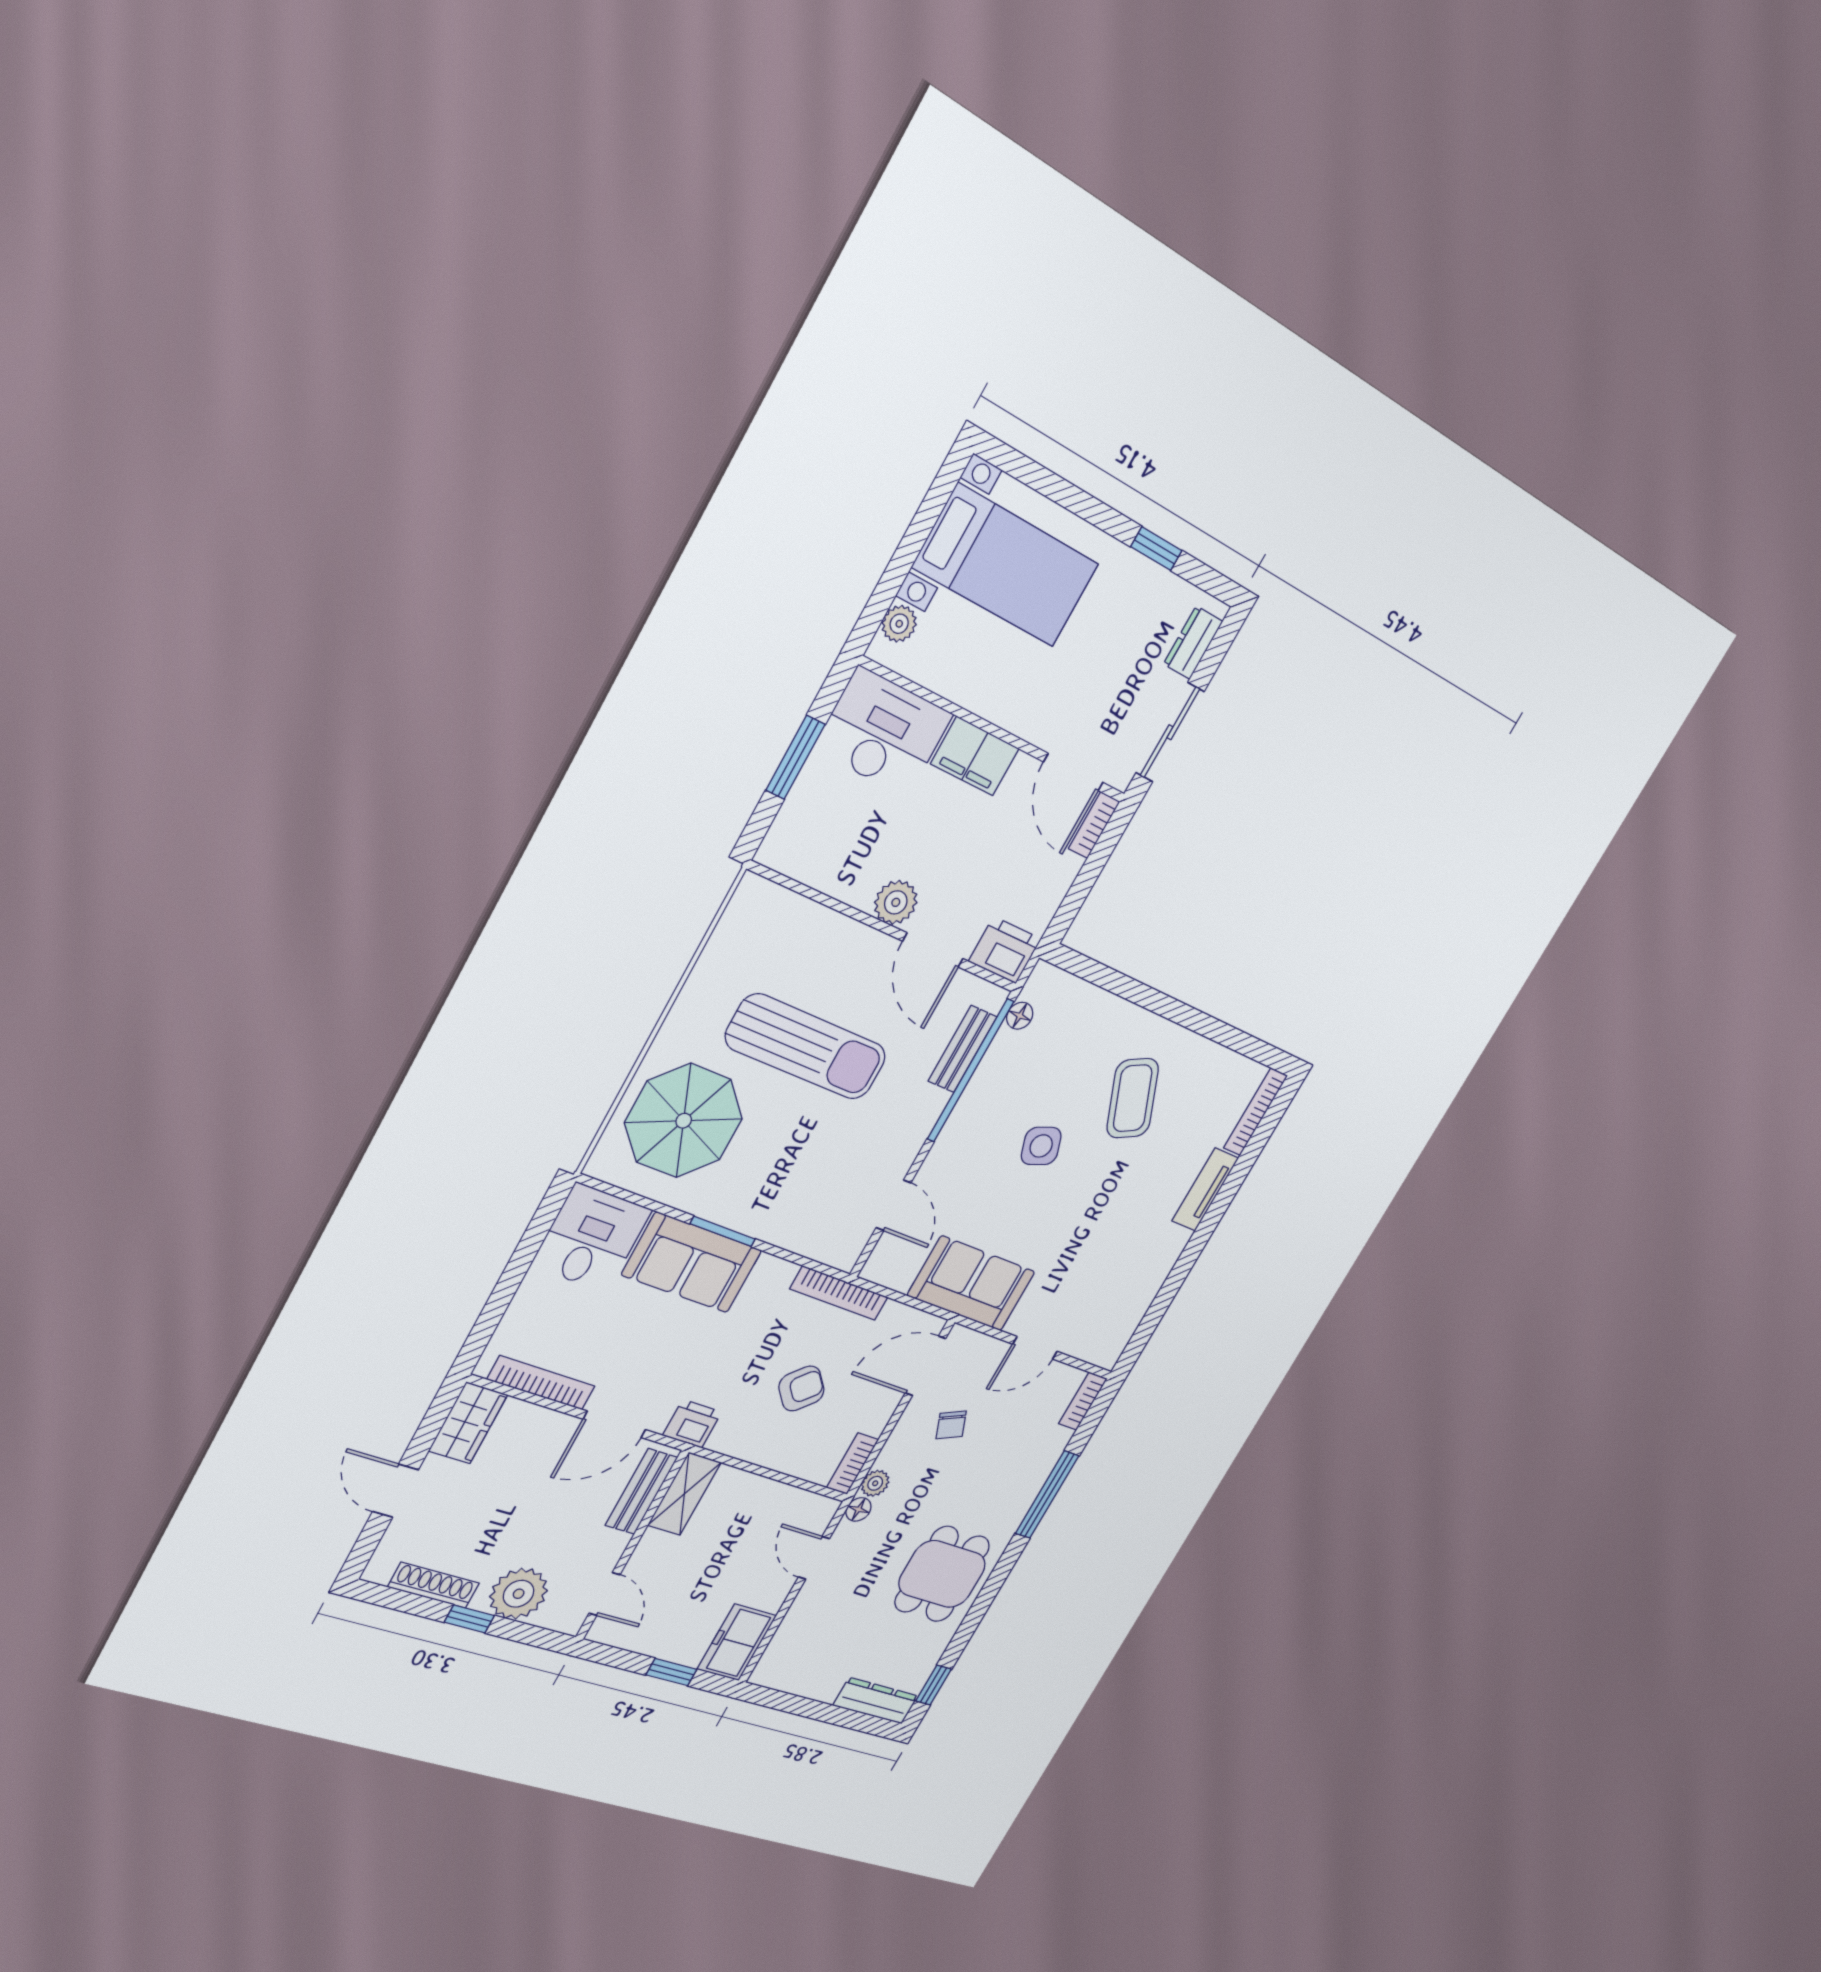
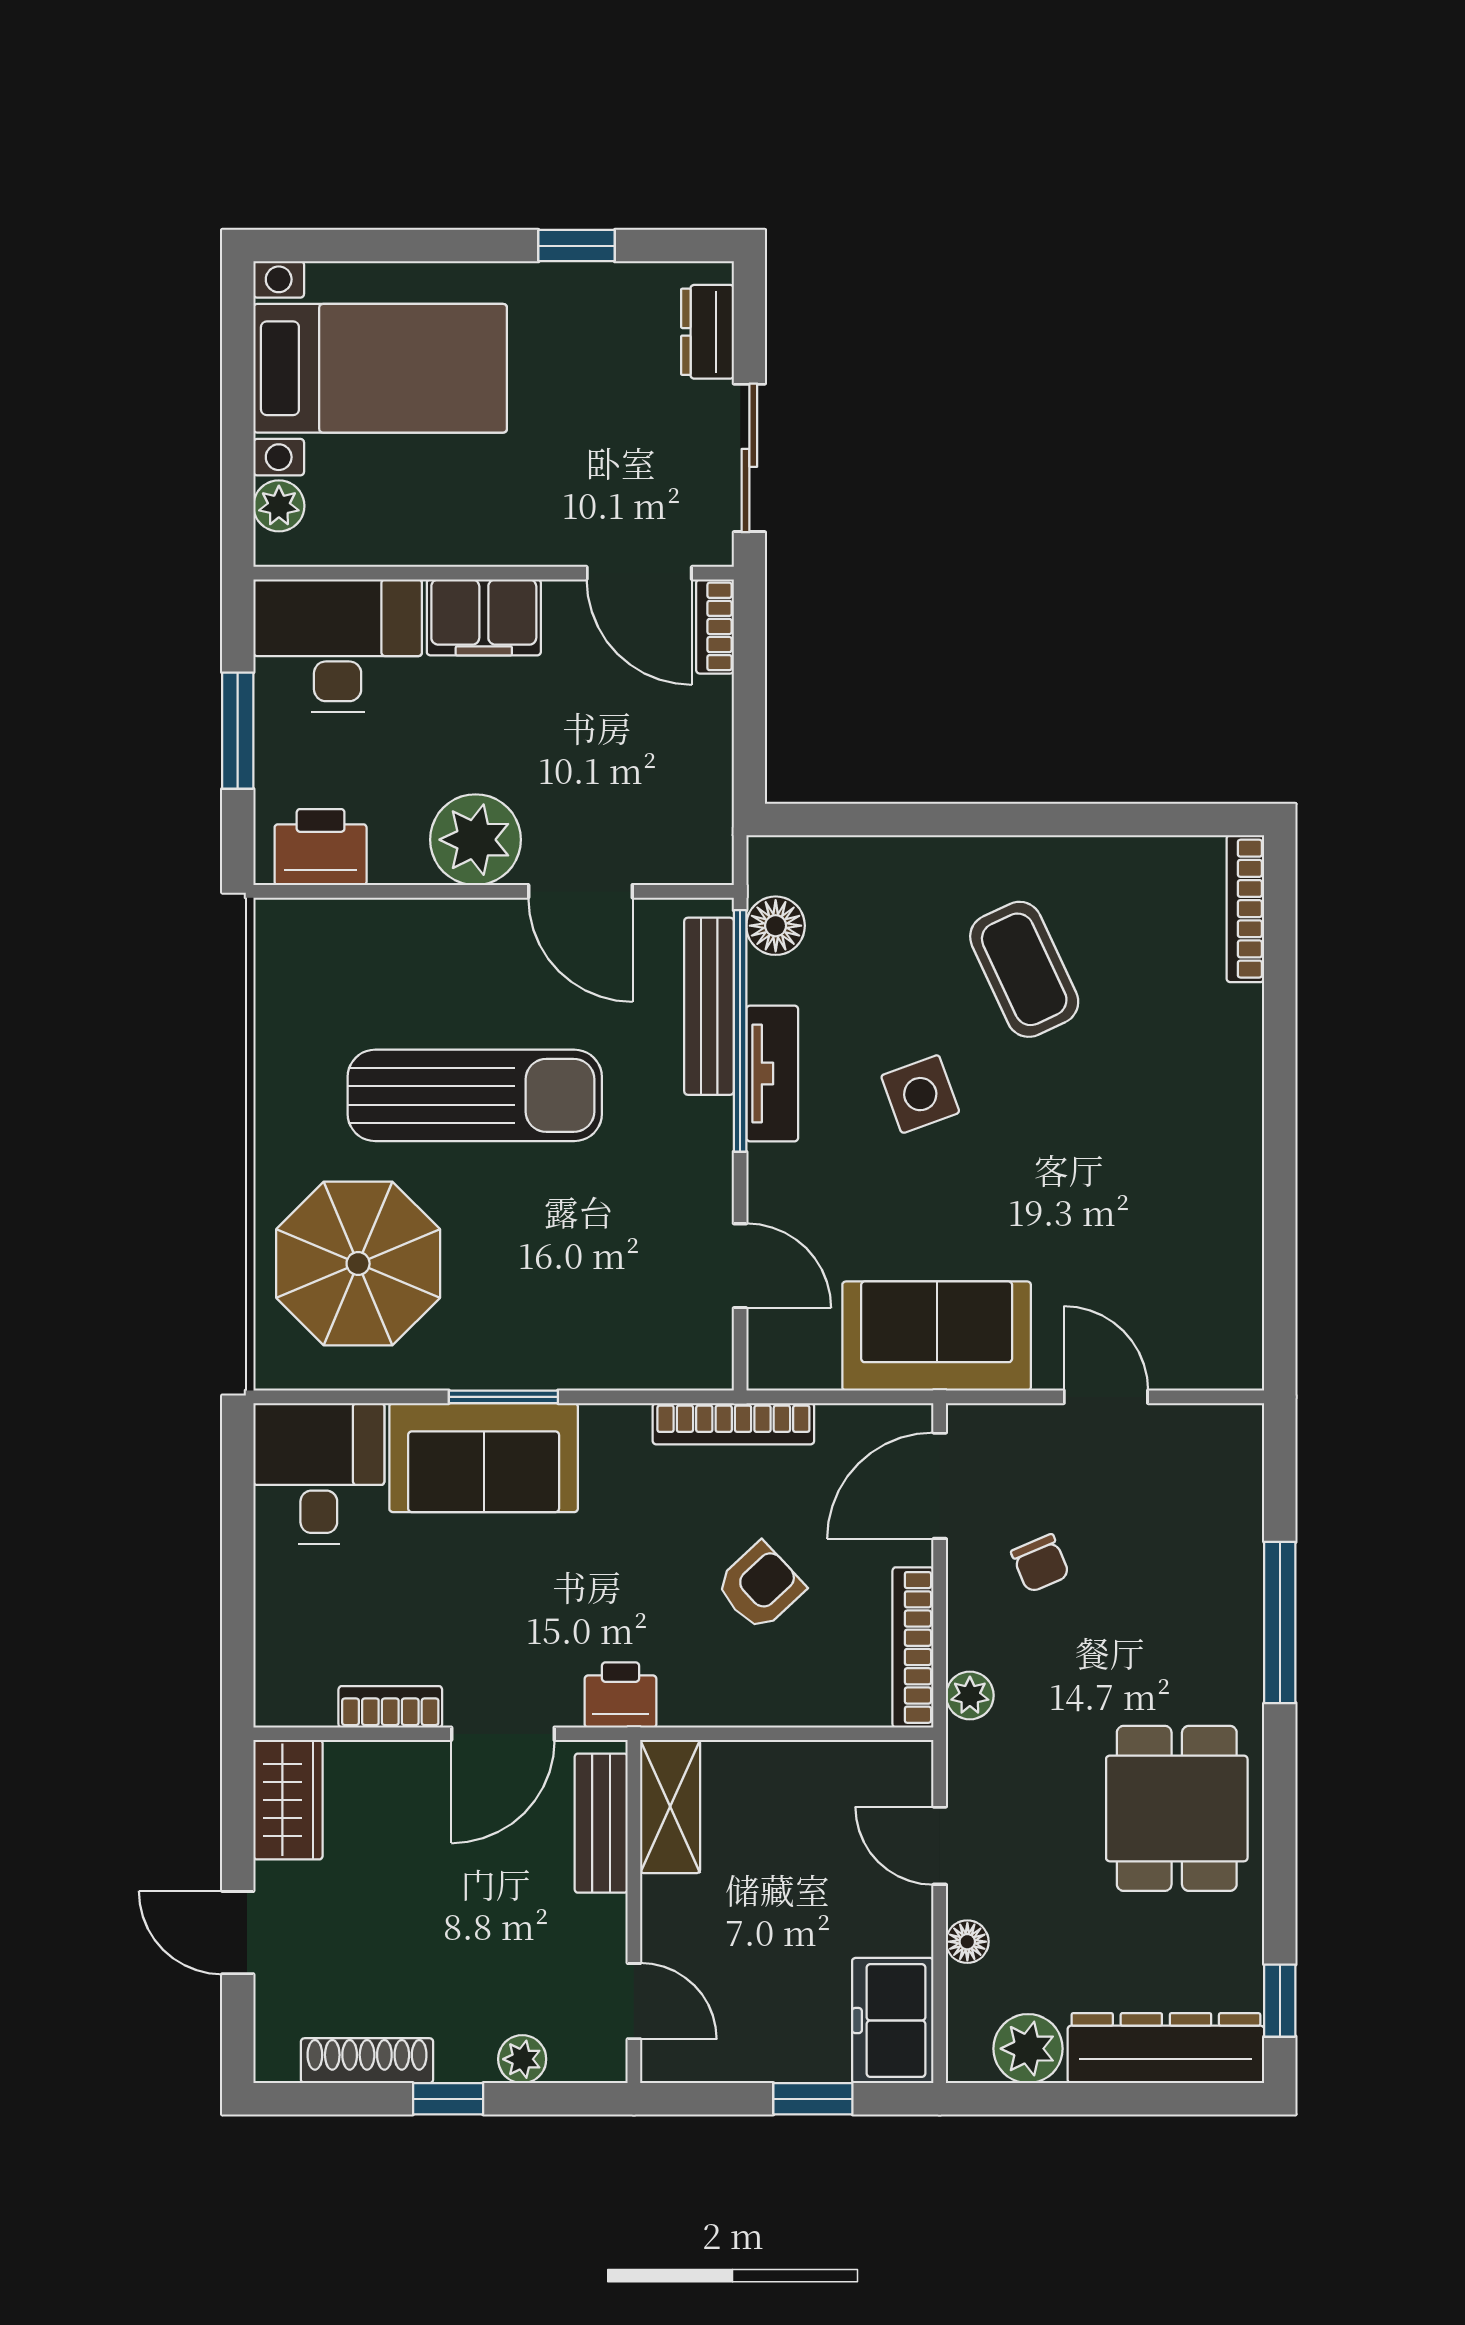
plant: (896, 902) -> (476, 840), width x1.36, depth x1.36
printer: (1005, 950) -> (321, 847), moved
floor lamp: (1020, 1016) -> (776, 926), width x1.37, depth x1.37
bench: (963, 1049) -> (709, 1006), width x1.36
tv unit: (1205, 1189) -> (772, 1073), moved, turned 180
door: (1035, 1348) -> (1106, 1397), swing flipped
bookcase: (541, 1383) -> (390, 1707), width x0.64
bookcase: (1083, 1401) -> (1244, 1453), removed
bookcase: (852, 1464) -> (913, 1647), width x1.56
floor lamp: (859, 1509) -> (967, 1942), moved
plant: (519, 1594) -> (522, 2059), width x0.53, depth x0.53
plant: (797, 1676) -> (1028, 2049), added
dresser: (876, 1701) -> (1166, 2048), width x1.37, depth x1.24

